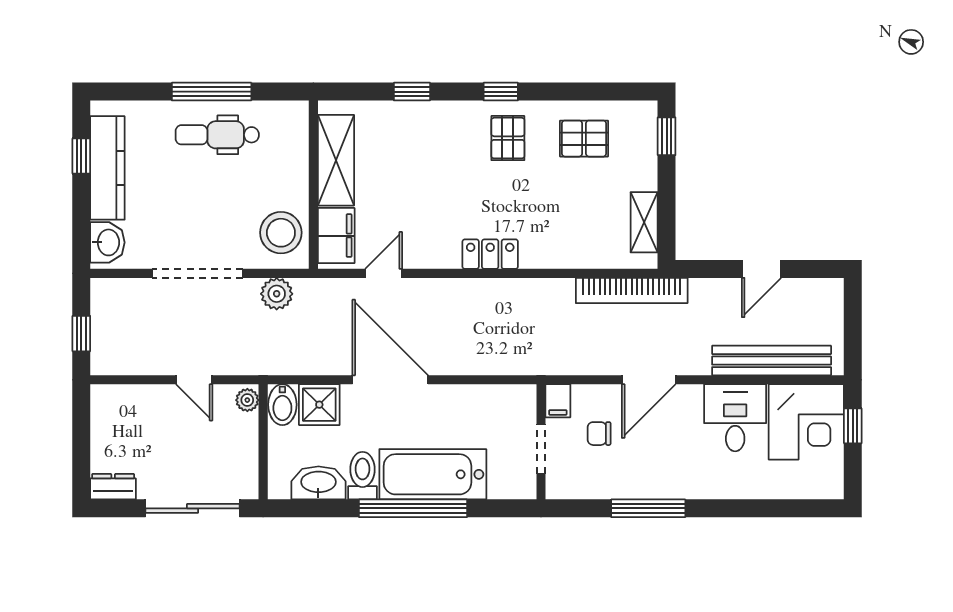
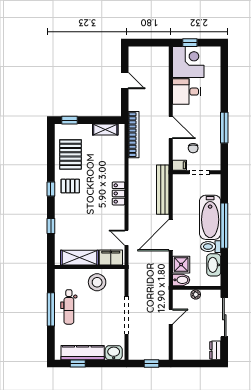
pallet: (584, 139) -> (70, 154), width x1.50, depth x1.42
stool: (281, 233) -> (97, 282), moved
plant: (277, 294) -> (135, 282), removed
bench: (772, 361) -> (163, 190), moved
plant: (247, 400) -> (196, 294), moved

